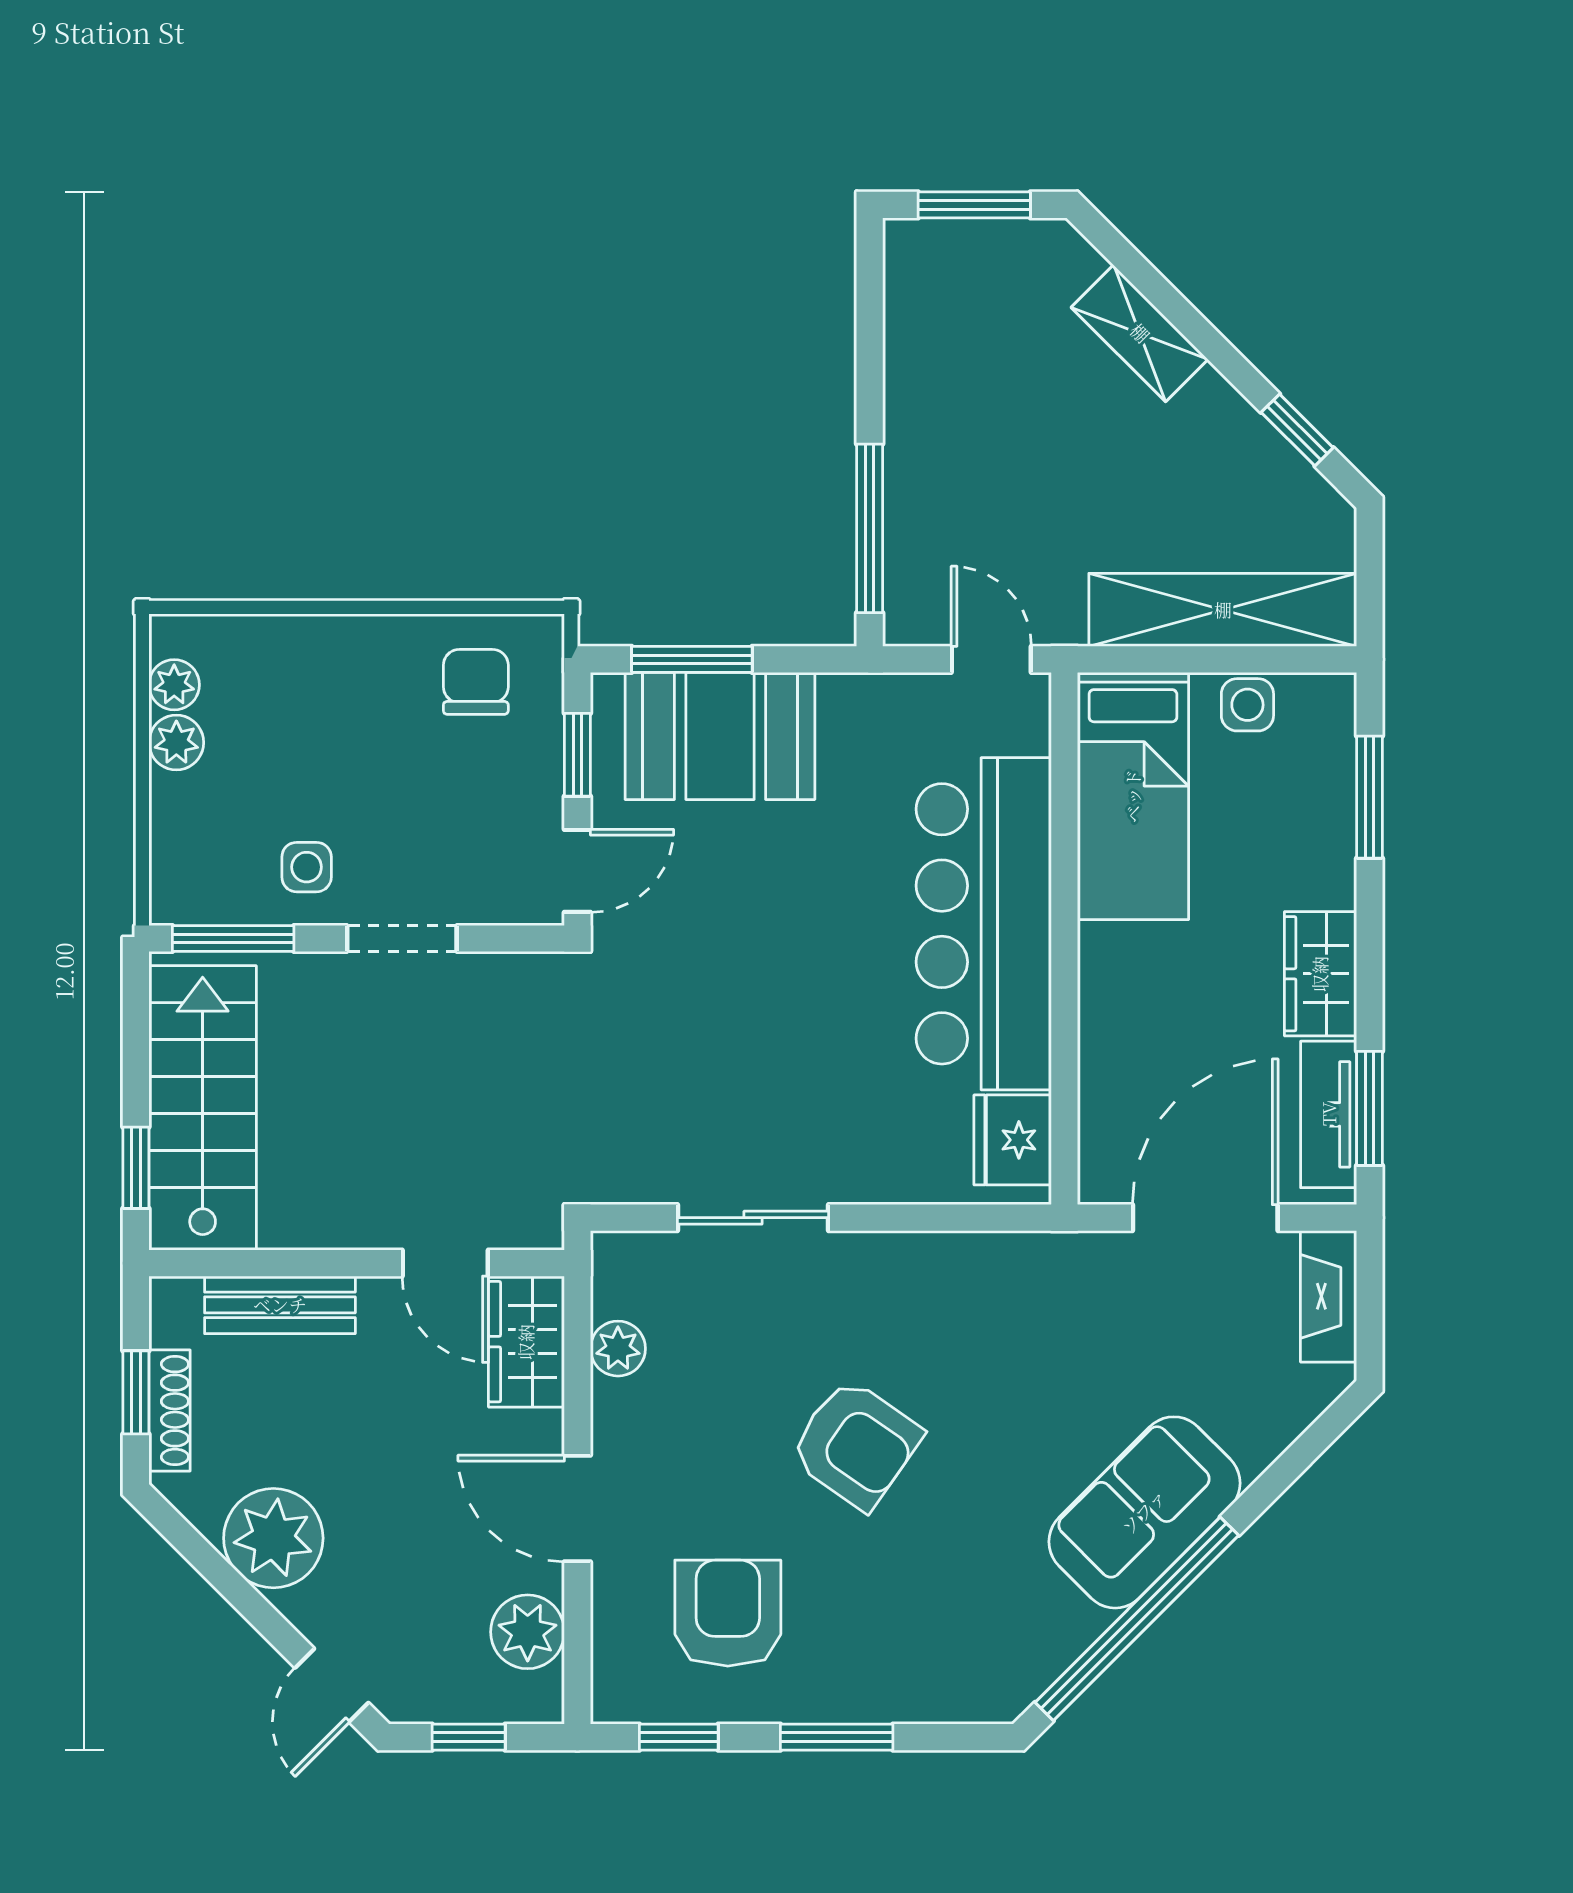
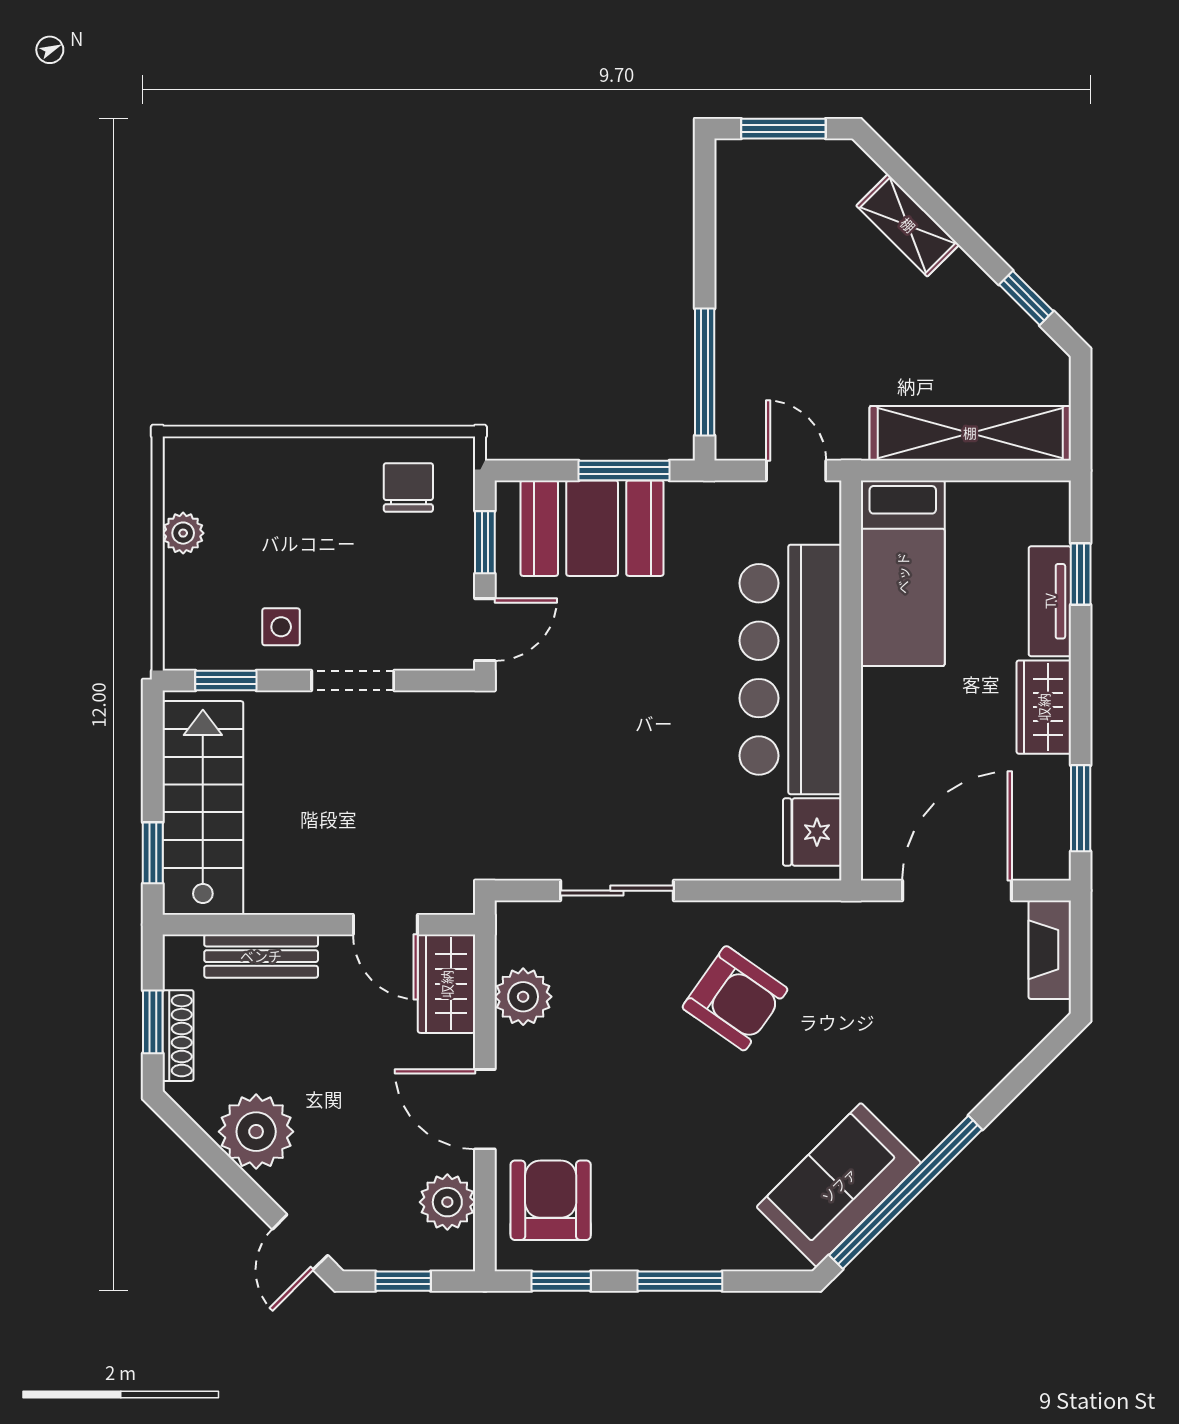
window: (692, 659) -> (624, 470), moved
plant: (174, 685) -> (181, 490), removed
side table: (1247, 705) -> (989, 505), removed
window: (1370, 797) -> (1081, 574), width x0.67
window: (233, 939) -> (226, 680), width x0.67
tv unit: (1329, 1114) -> (1050, 601), moved
plant: (618, 1349) -> (523, 997), width x1.38, depth x1.38
armchair: (856, 1444) -> (735, 998), moved
sofa: (1144, 1512) -> (839, 1185), moved
armchair: (728, 1613) -> (551, 1200), moved

